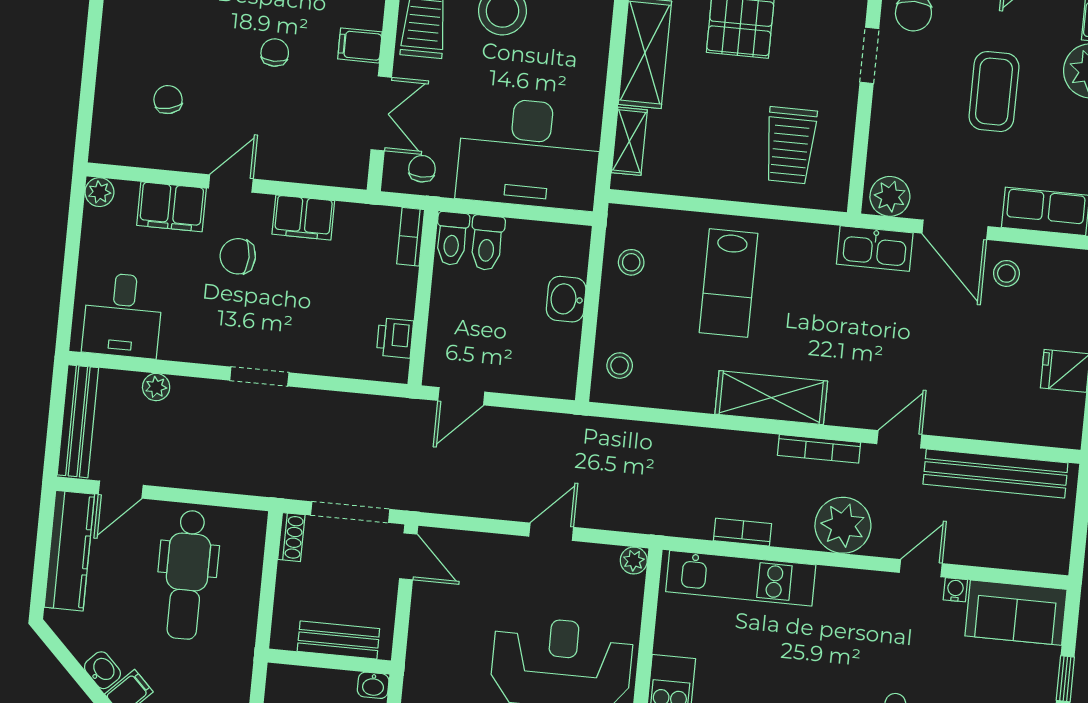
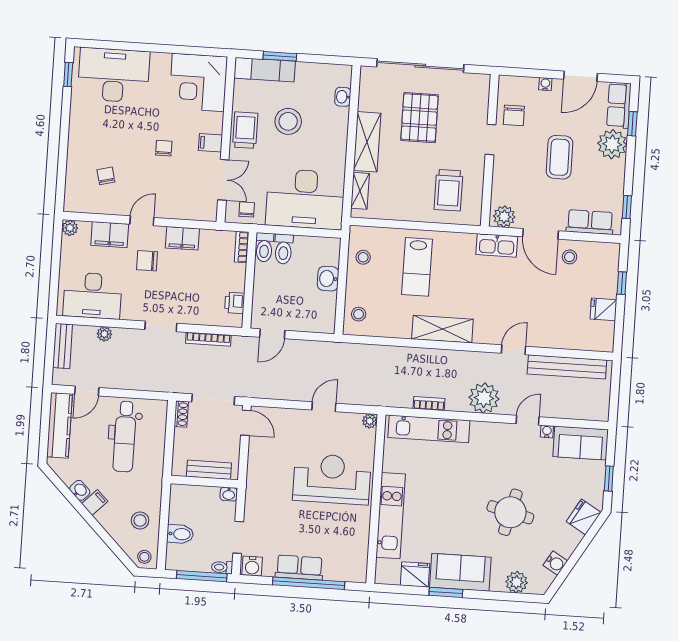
desk: (123, 315) -> (92, 296), width x1.37
bench: (78, 421) -> (62, 346), width x0.73
bookcase: (819, 449) -> (208, 339), moved

